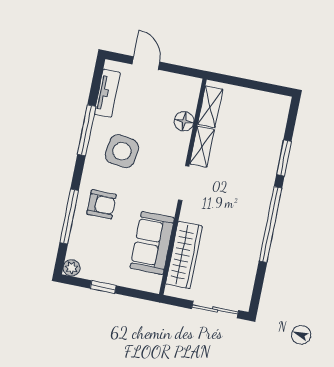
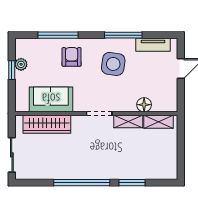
armchair: (101, 204) -> (72, 57), turned 180
plant: (72, 268) -> (21, 64), moved

